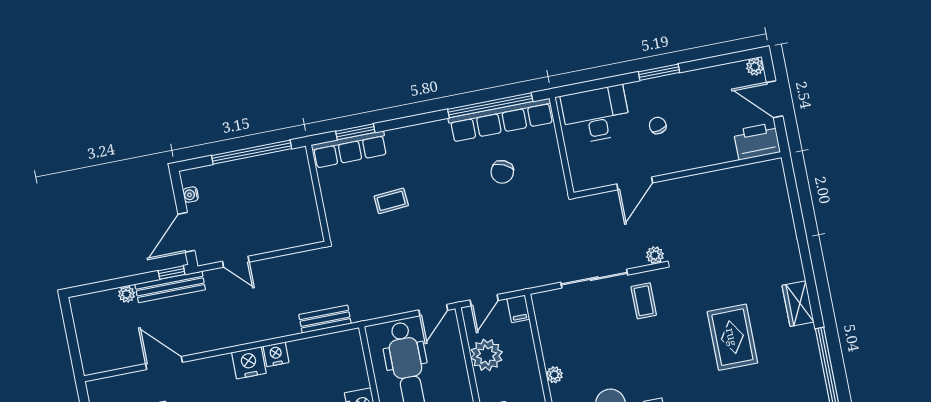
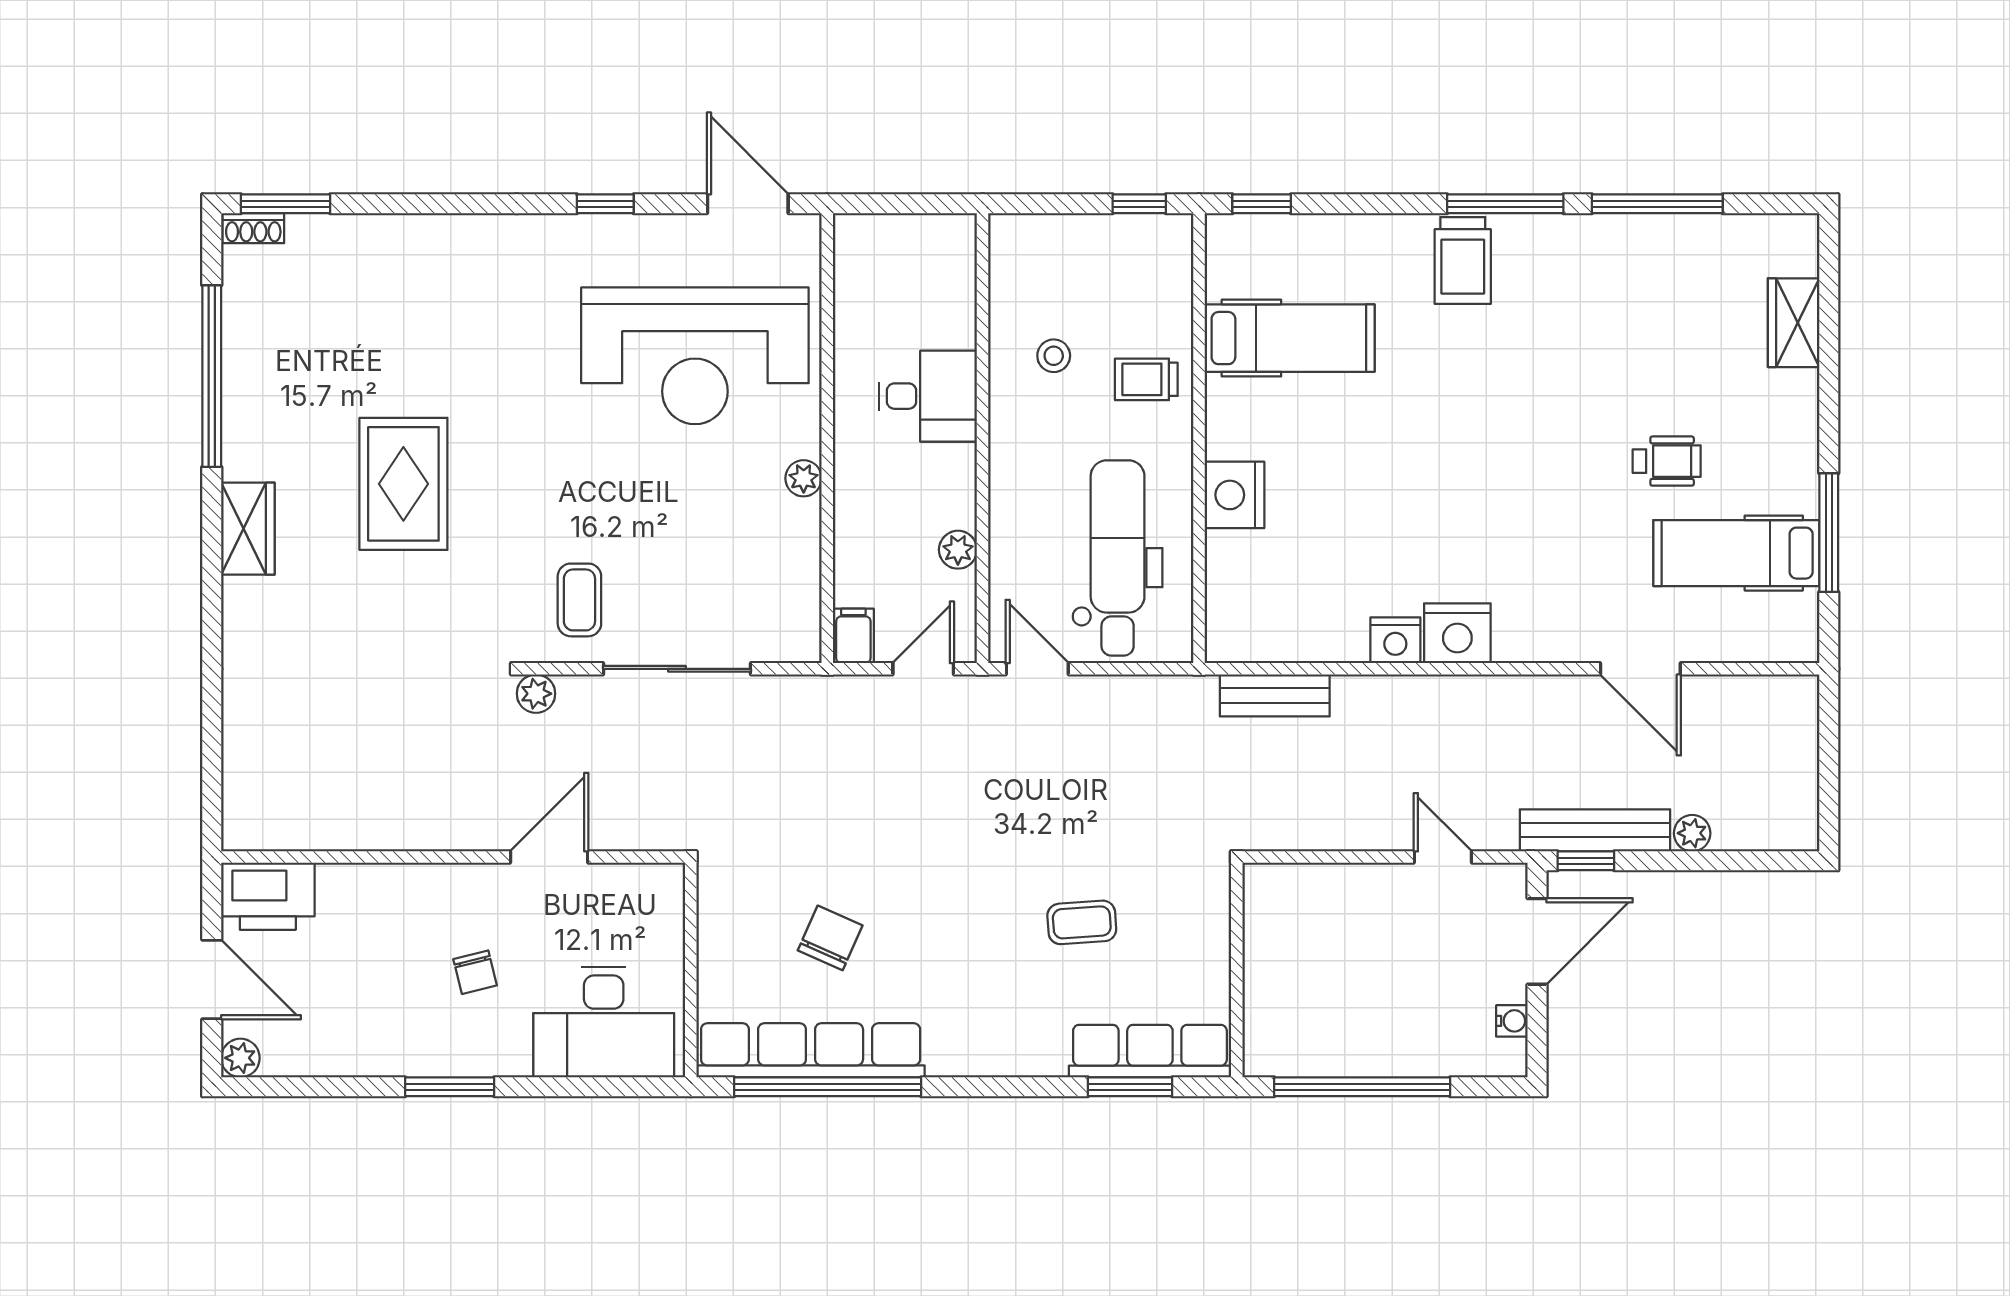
door: (433, 310) -> (1037, 669), hinge flipped
plant: (487, 355) -> (958, 550), width x0.53, depth x0.53

